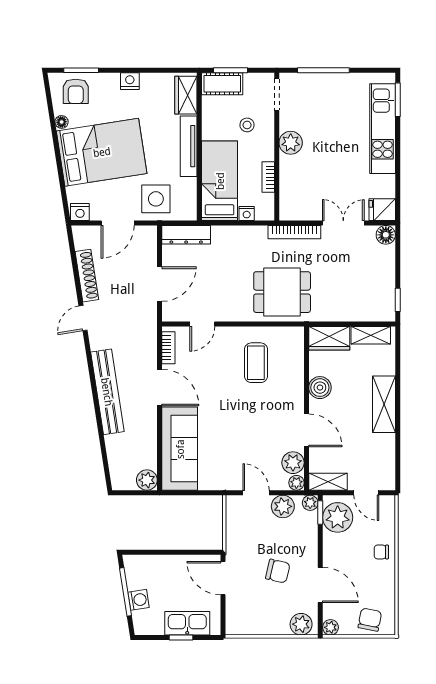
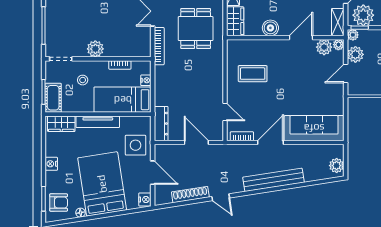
dining table: (282, 292) -> (196, 29), moved
plant: (147, 480) -> (337, 166), moved

